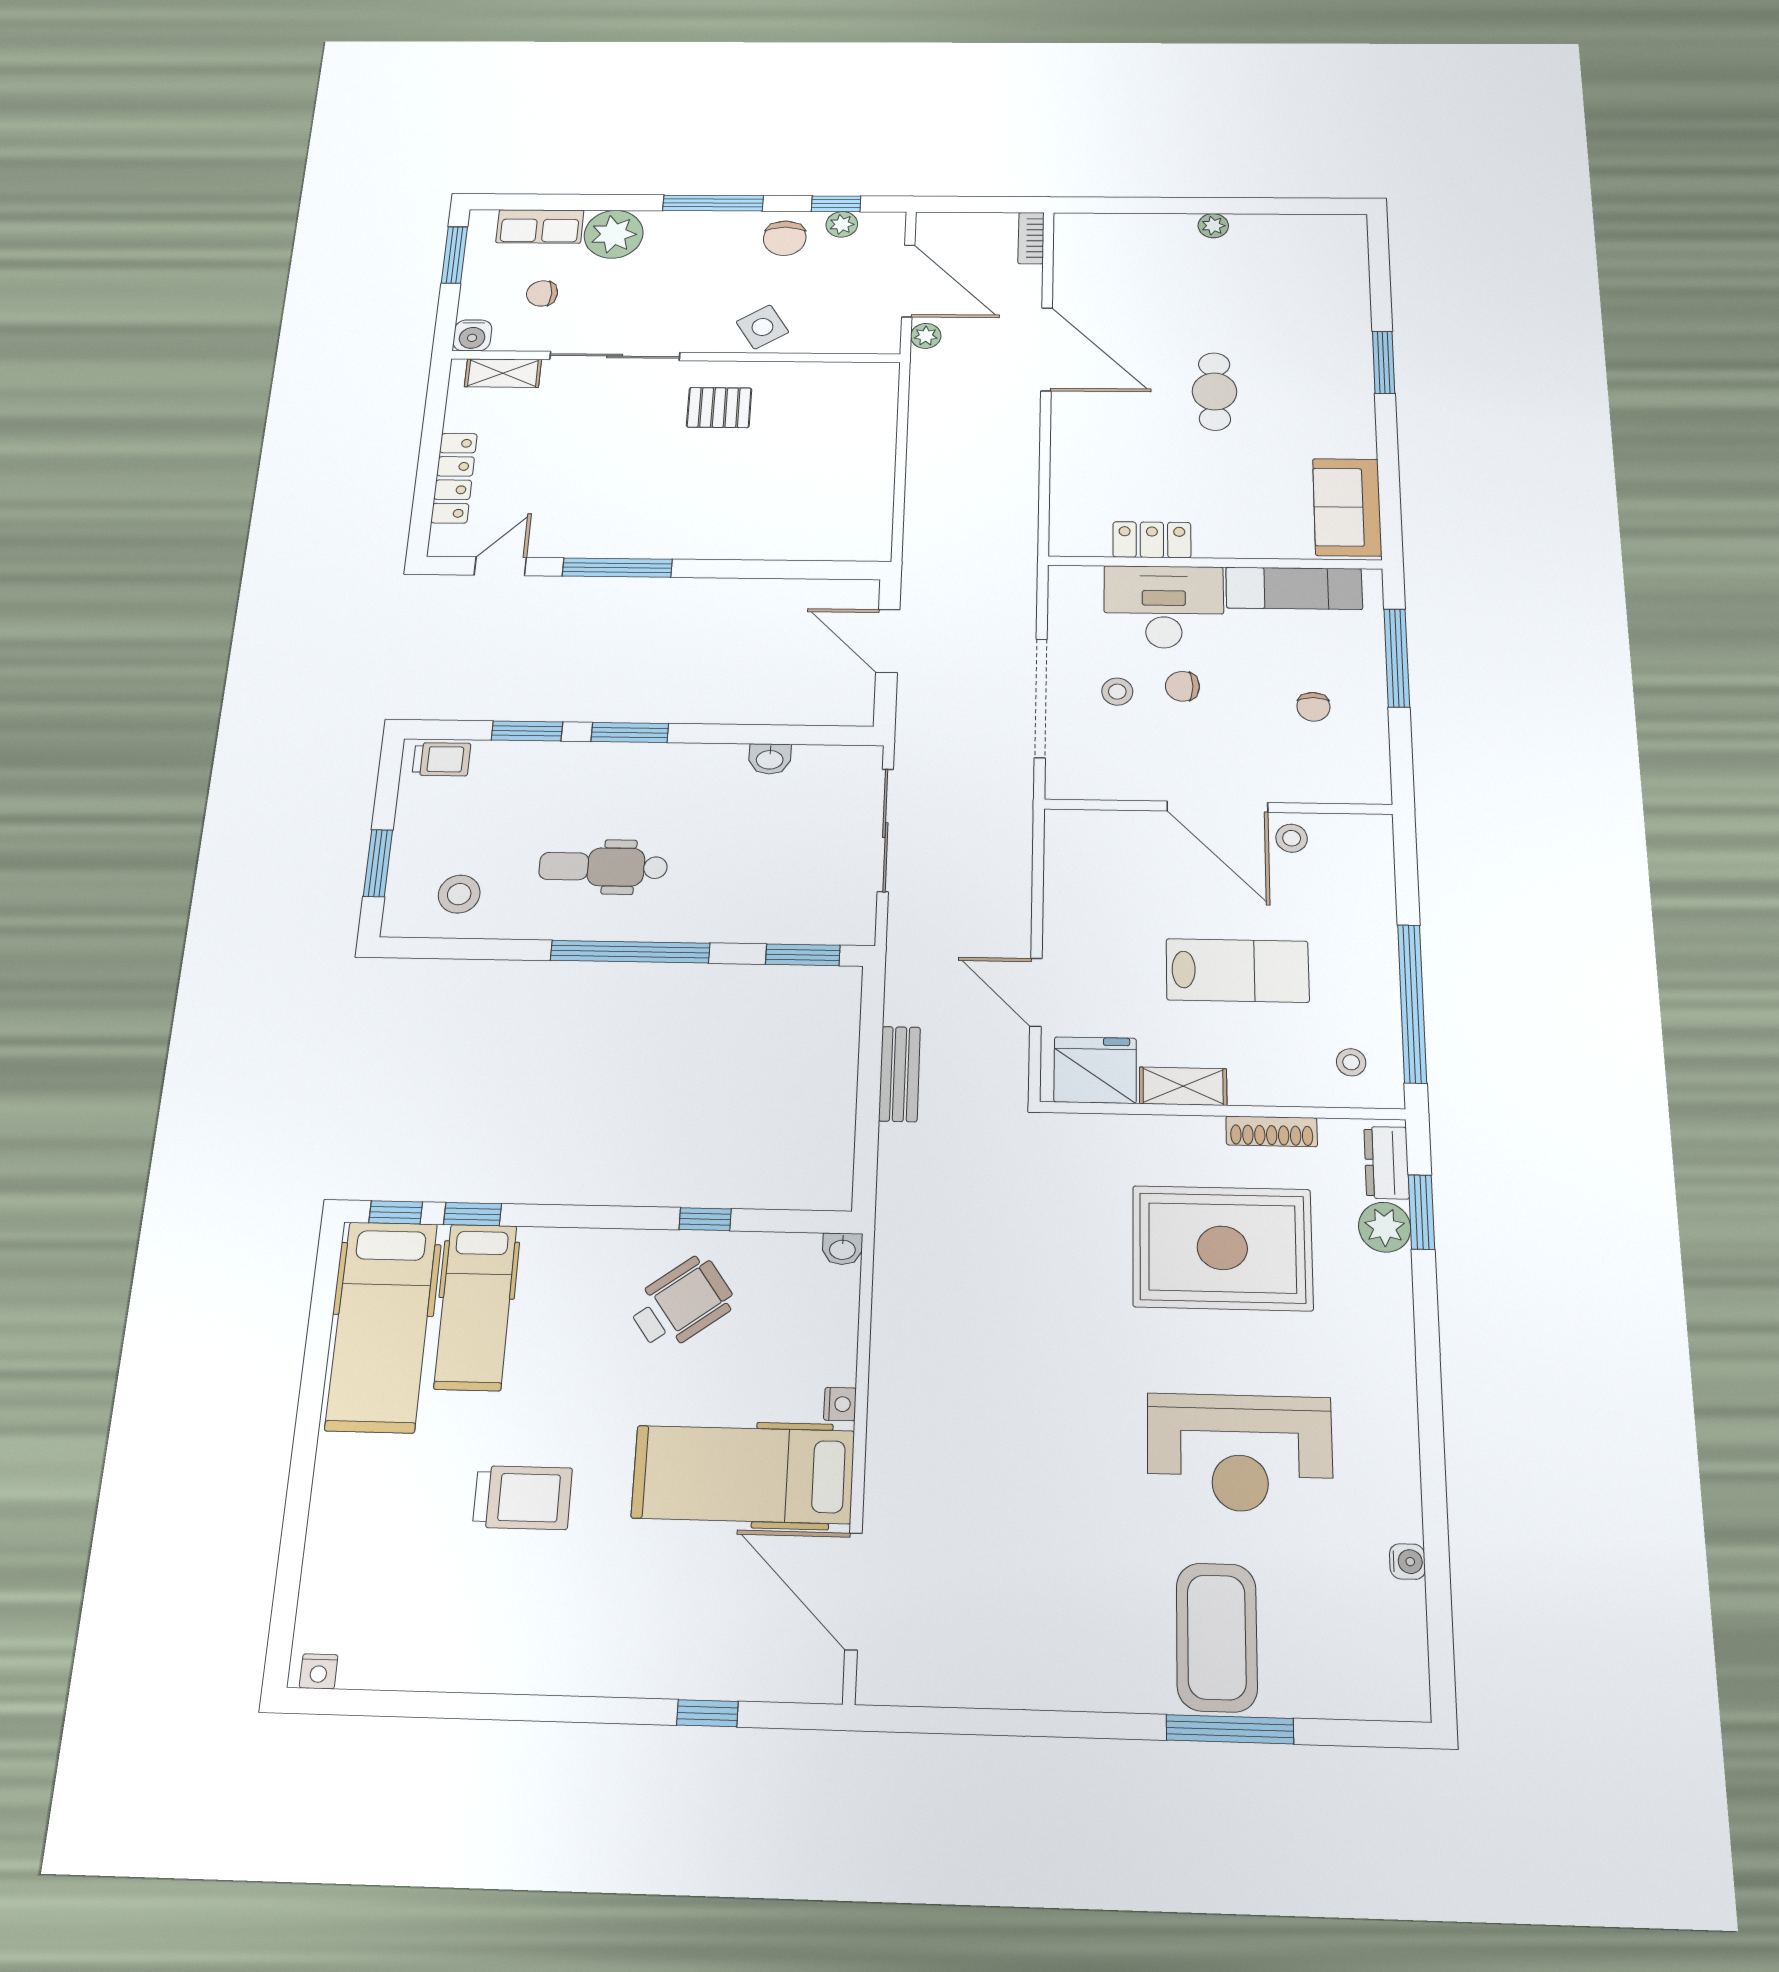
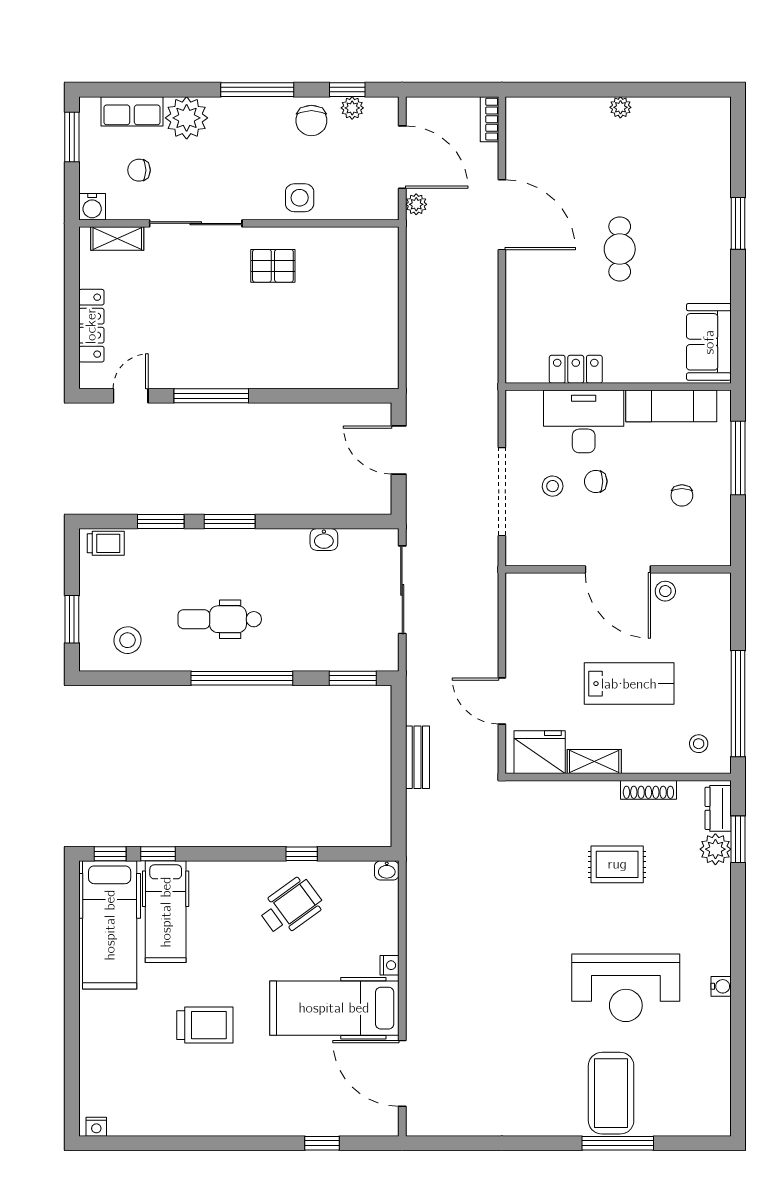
side table: (762, 327) -> (300, 198), turned 32
rug: (1222, 1248) -> (617, 864), width x0.54, depth x0.49
water cooler: (1407, 1562) -> (721, 986), moved

